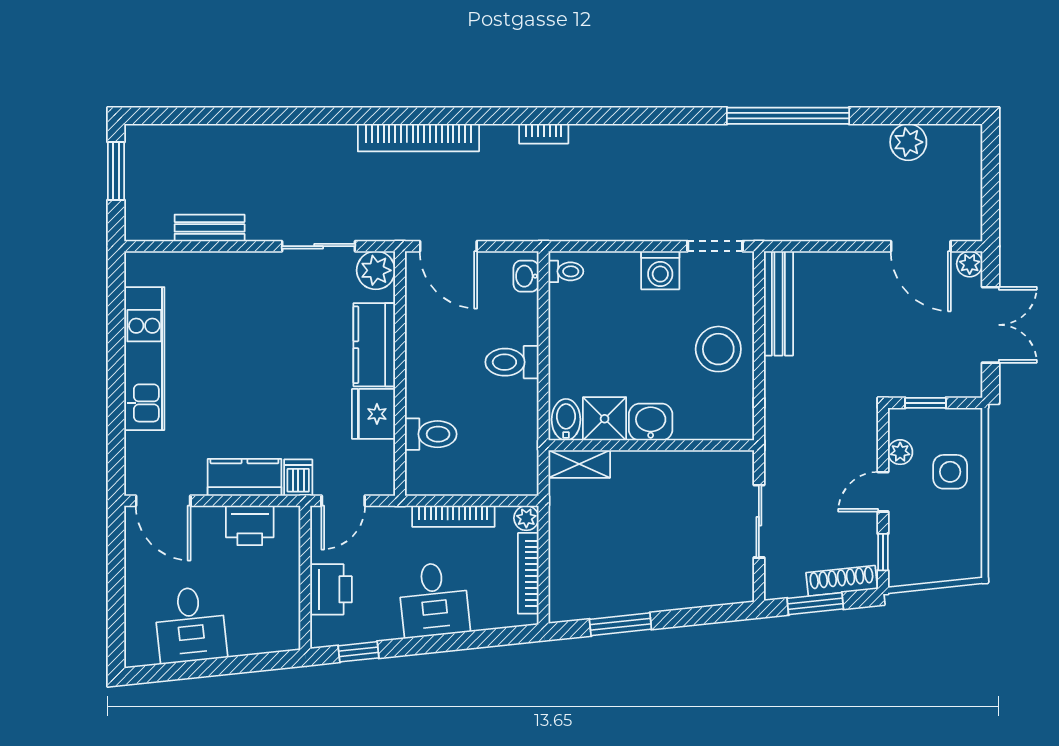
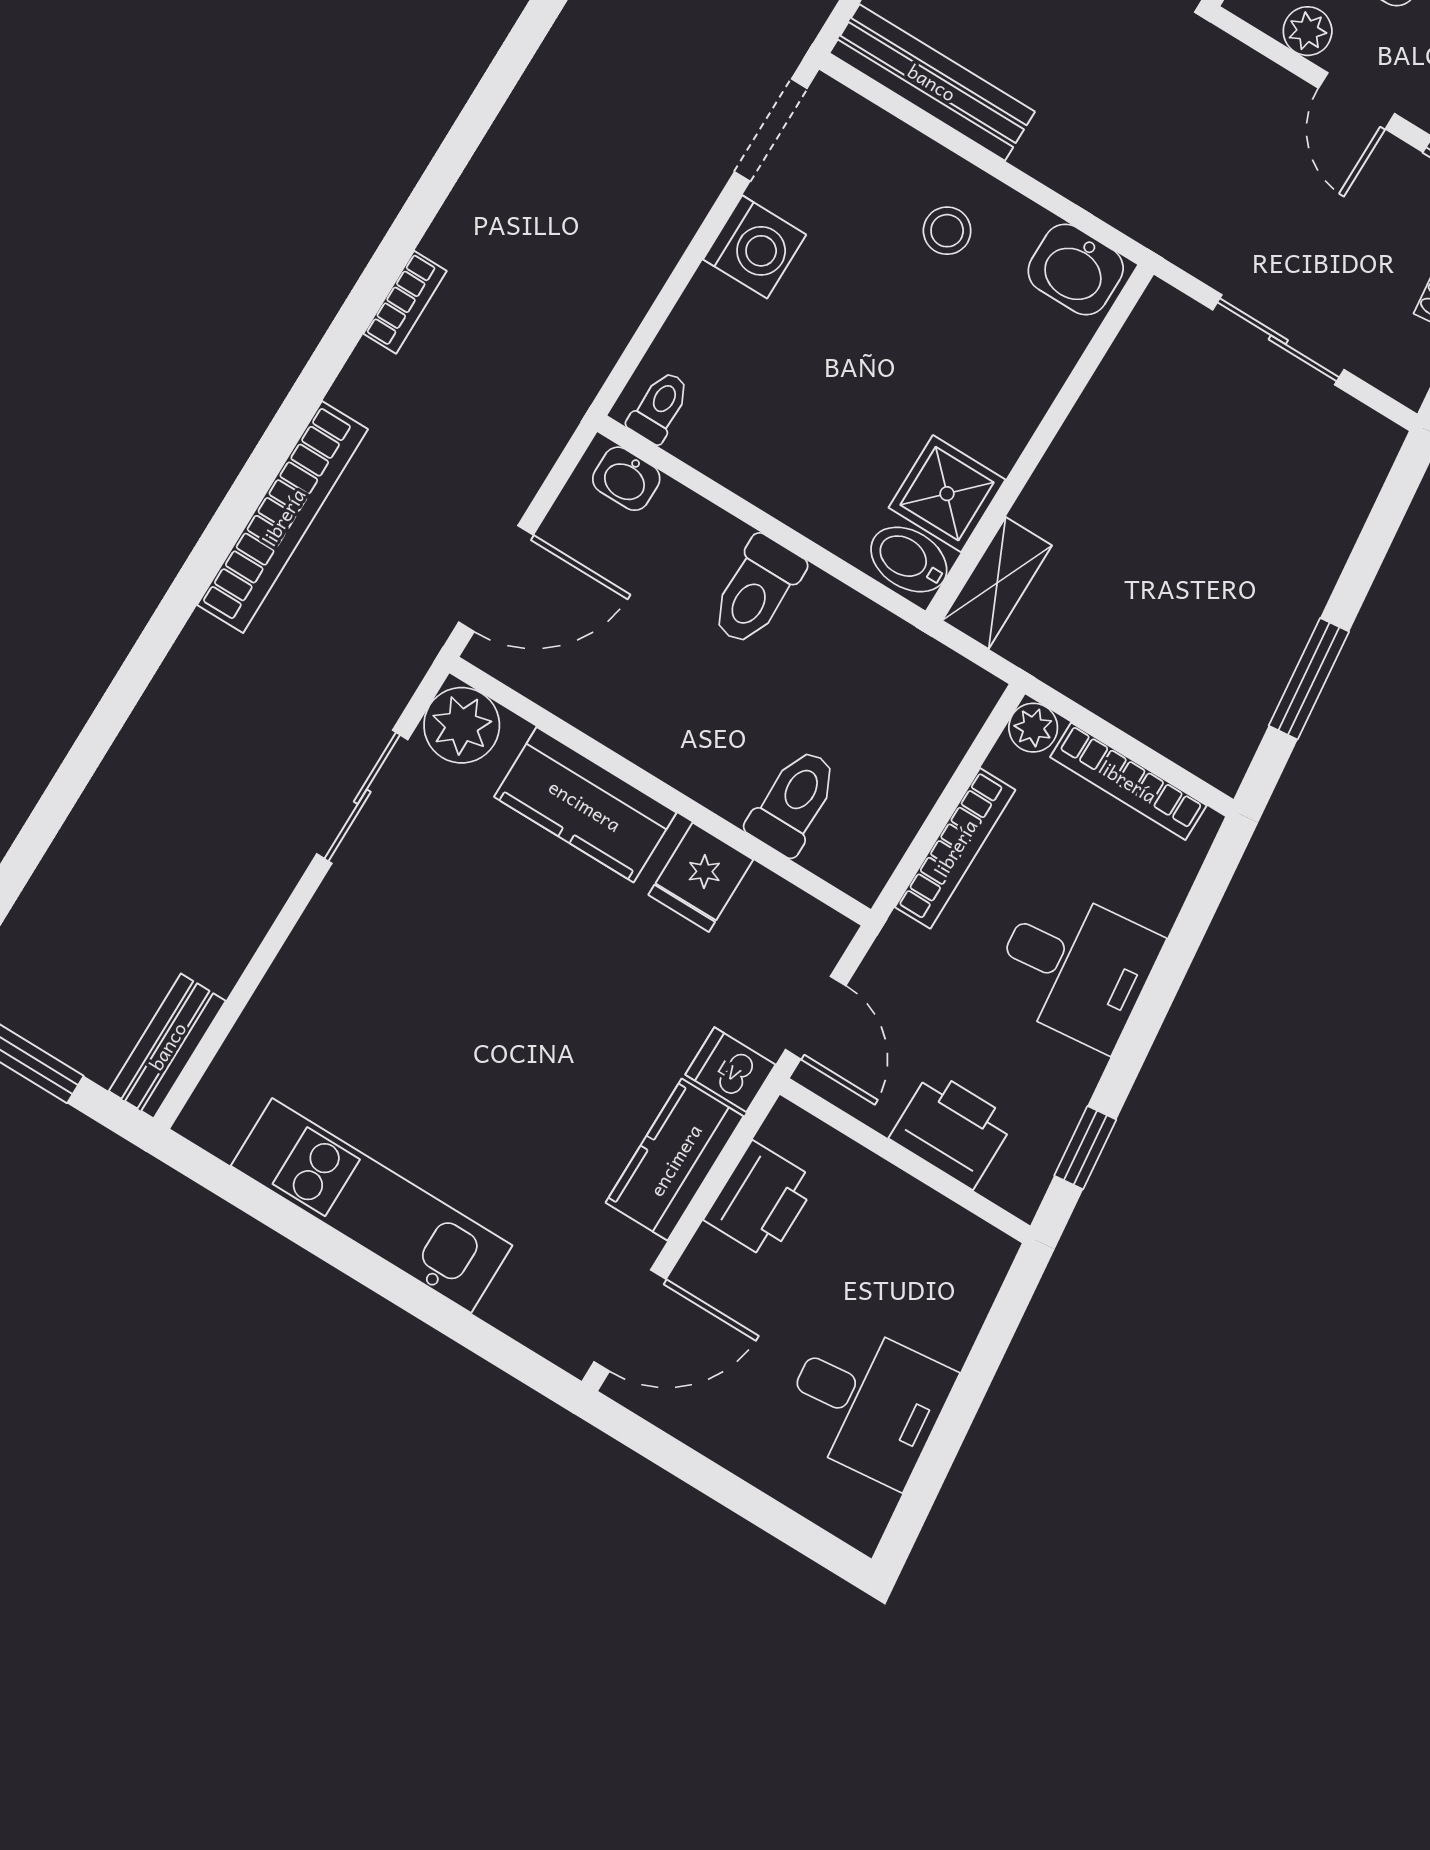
bench: (210, 228) -> (167, 1046), moved
stool: (718, 349) -> (947, 231), width x0.53, depth x0.53
fridge: (373, 414) -> (701, 877), width x0.72
washbasin: (651, 422) -> (1076, 270), moved, turned -90

